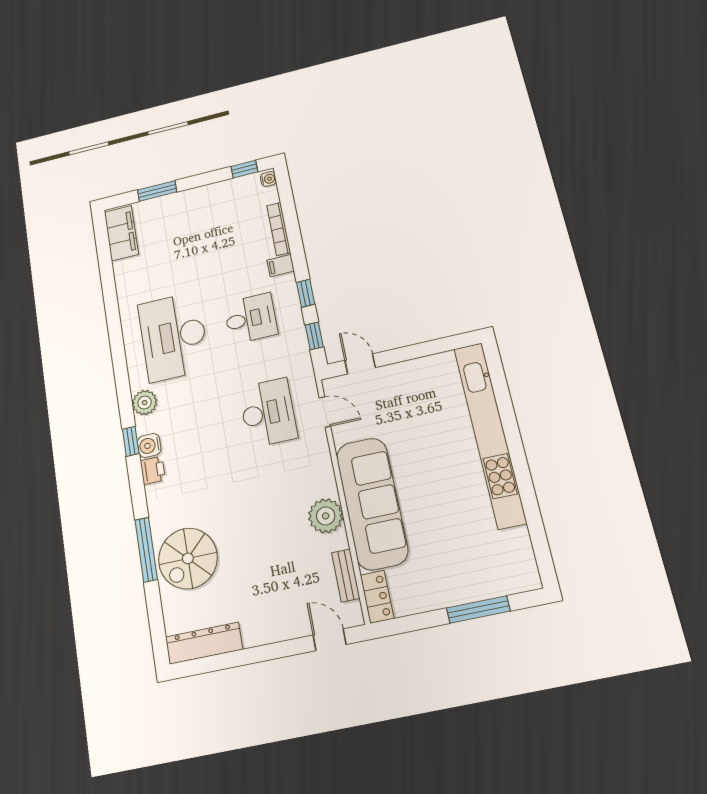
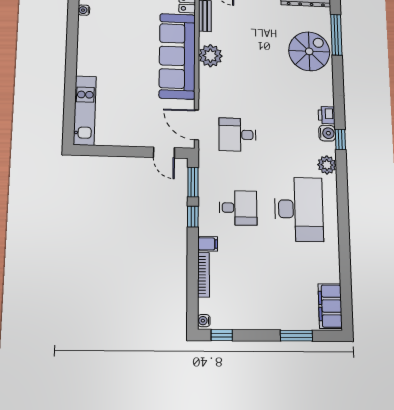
desk: (251, 319) -> (238, 208), turned 180
window: (314, 336) -> (193, 182), width x1.50
door: (325, 412) -> (197, 125), width x1.38
desk: (268, 413) -> (237, 135), width x0.73
kitchen unit: (490, 434) -> (85, 110), width x0.54
water cooler: (522, 539) -> (84, 10), added
window: (146, 550) -> (336, 35), moved

